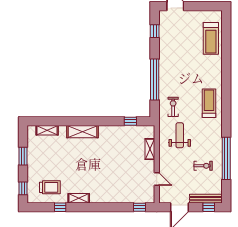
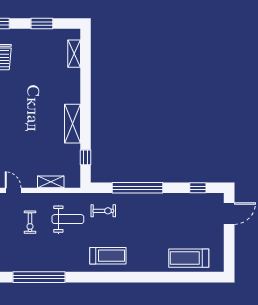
shelving: (83, 132) -> (72, 124), moved
exercise bike: (203, 166) -> (30, 222), moved
door: (157, 179) -> (13, 190), swing flipped

